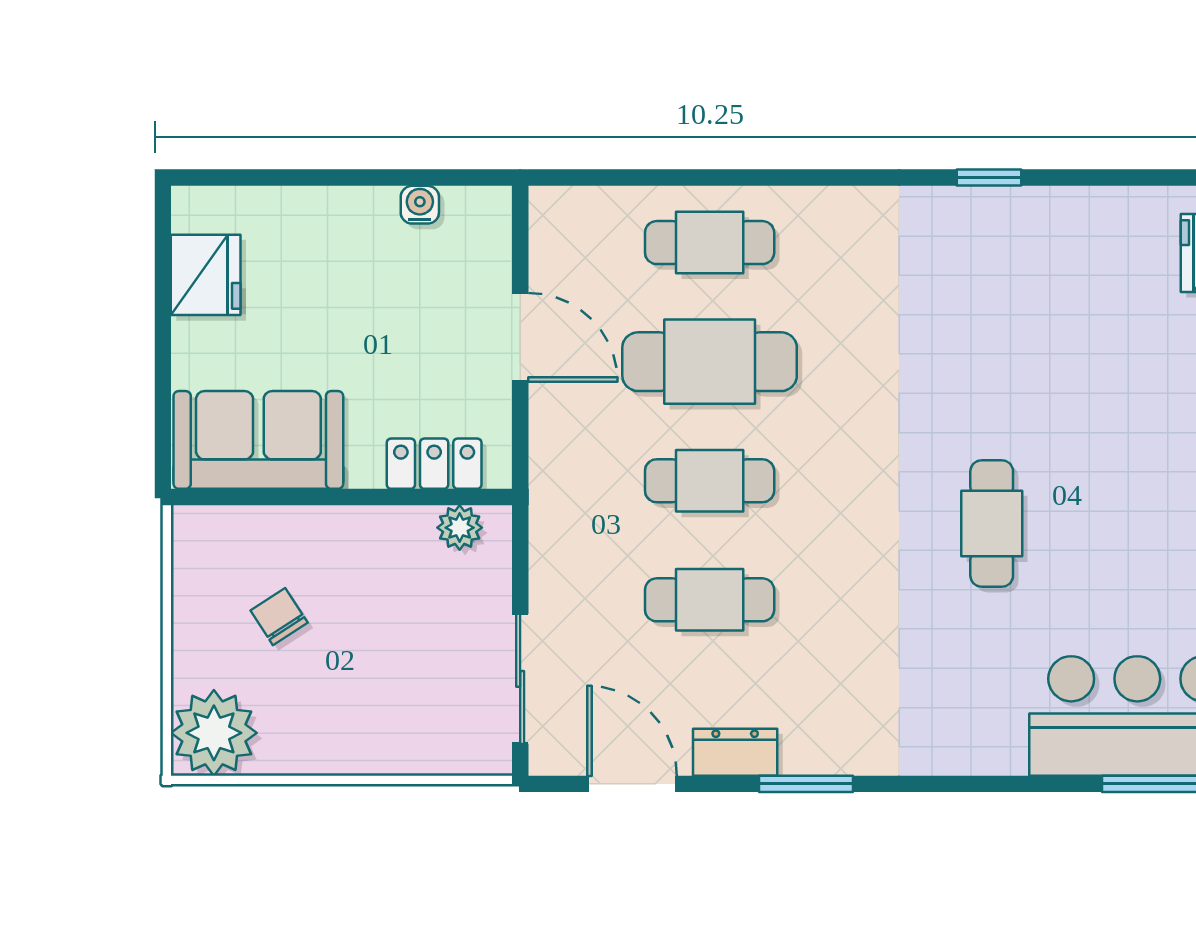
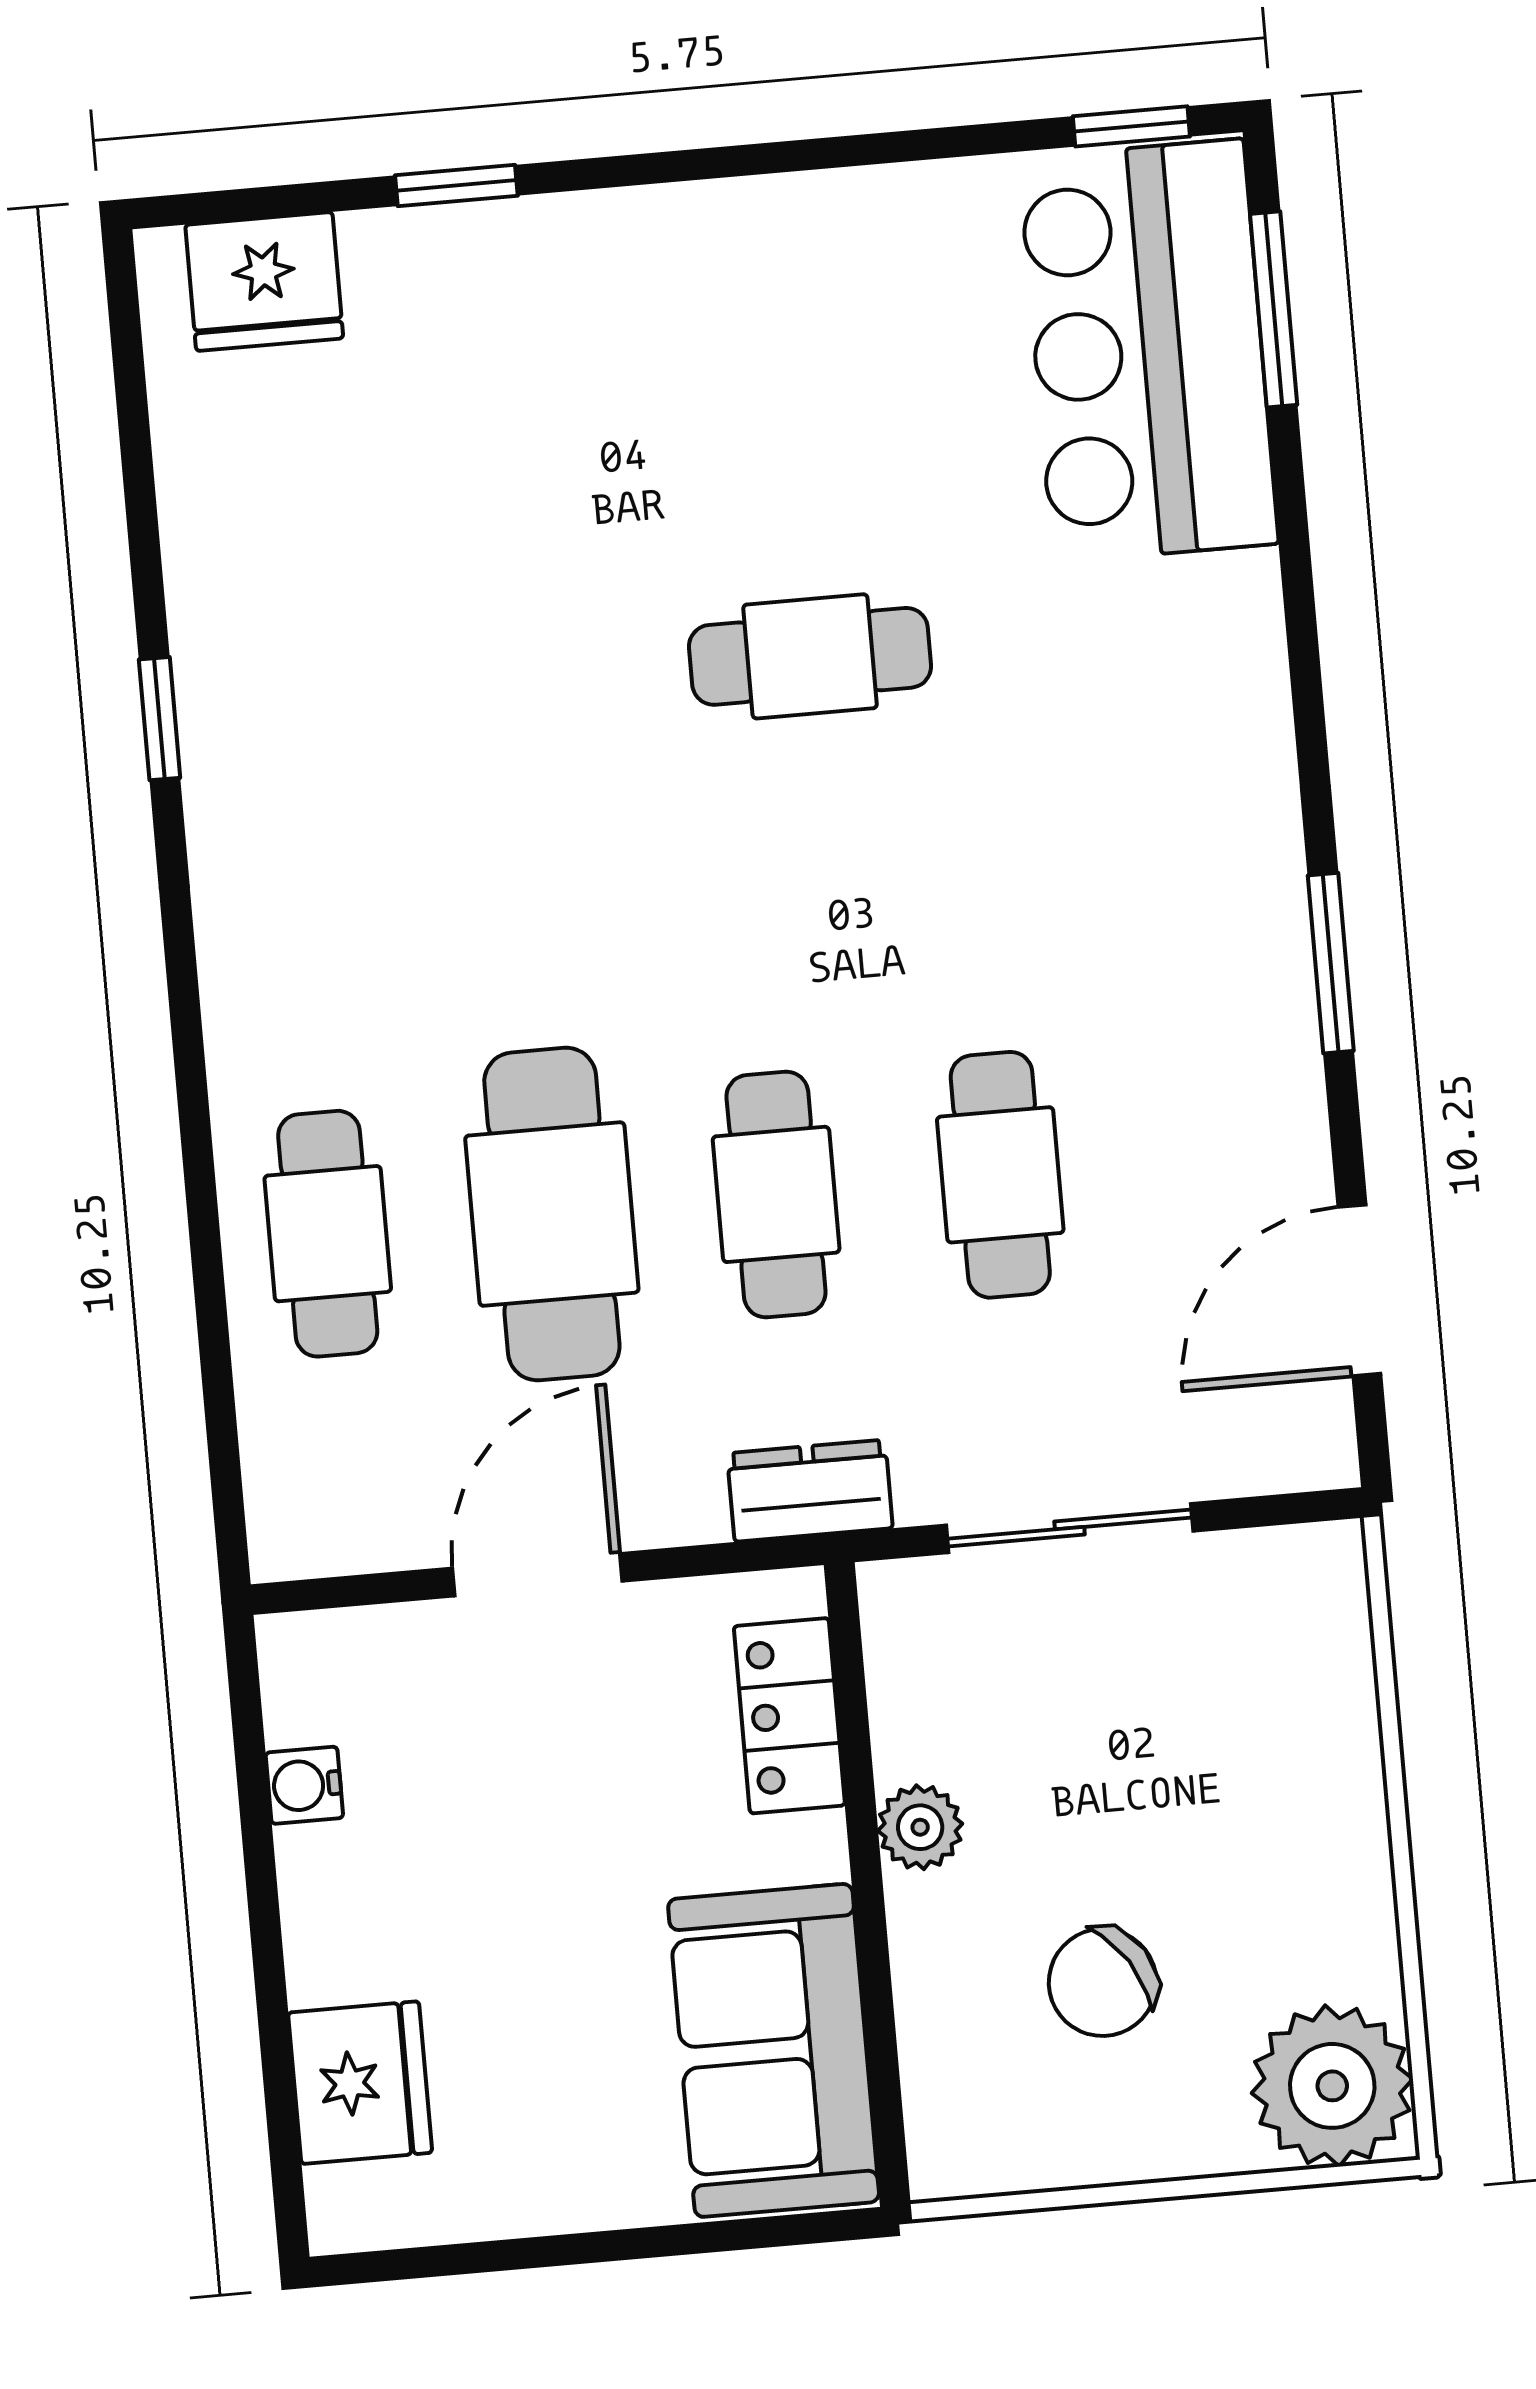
fridge: (206, 275) -> (360, 2083), moved, turned 90
plant: (460, 528) -> (920, 1827), moved
chair: (279, 617) -> (1103, 1982), width x1.37, depth x1.37
sliding door: (520, 679) -> (1070, 1528), moved
dresser: (735, 752) -> (810, 1491), moved, turned 90

